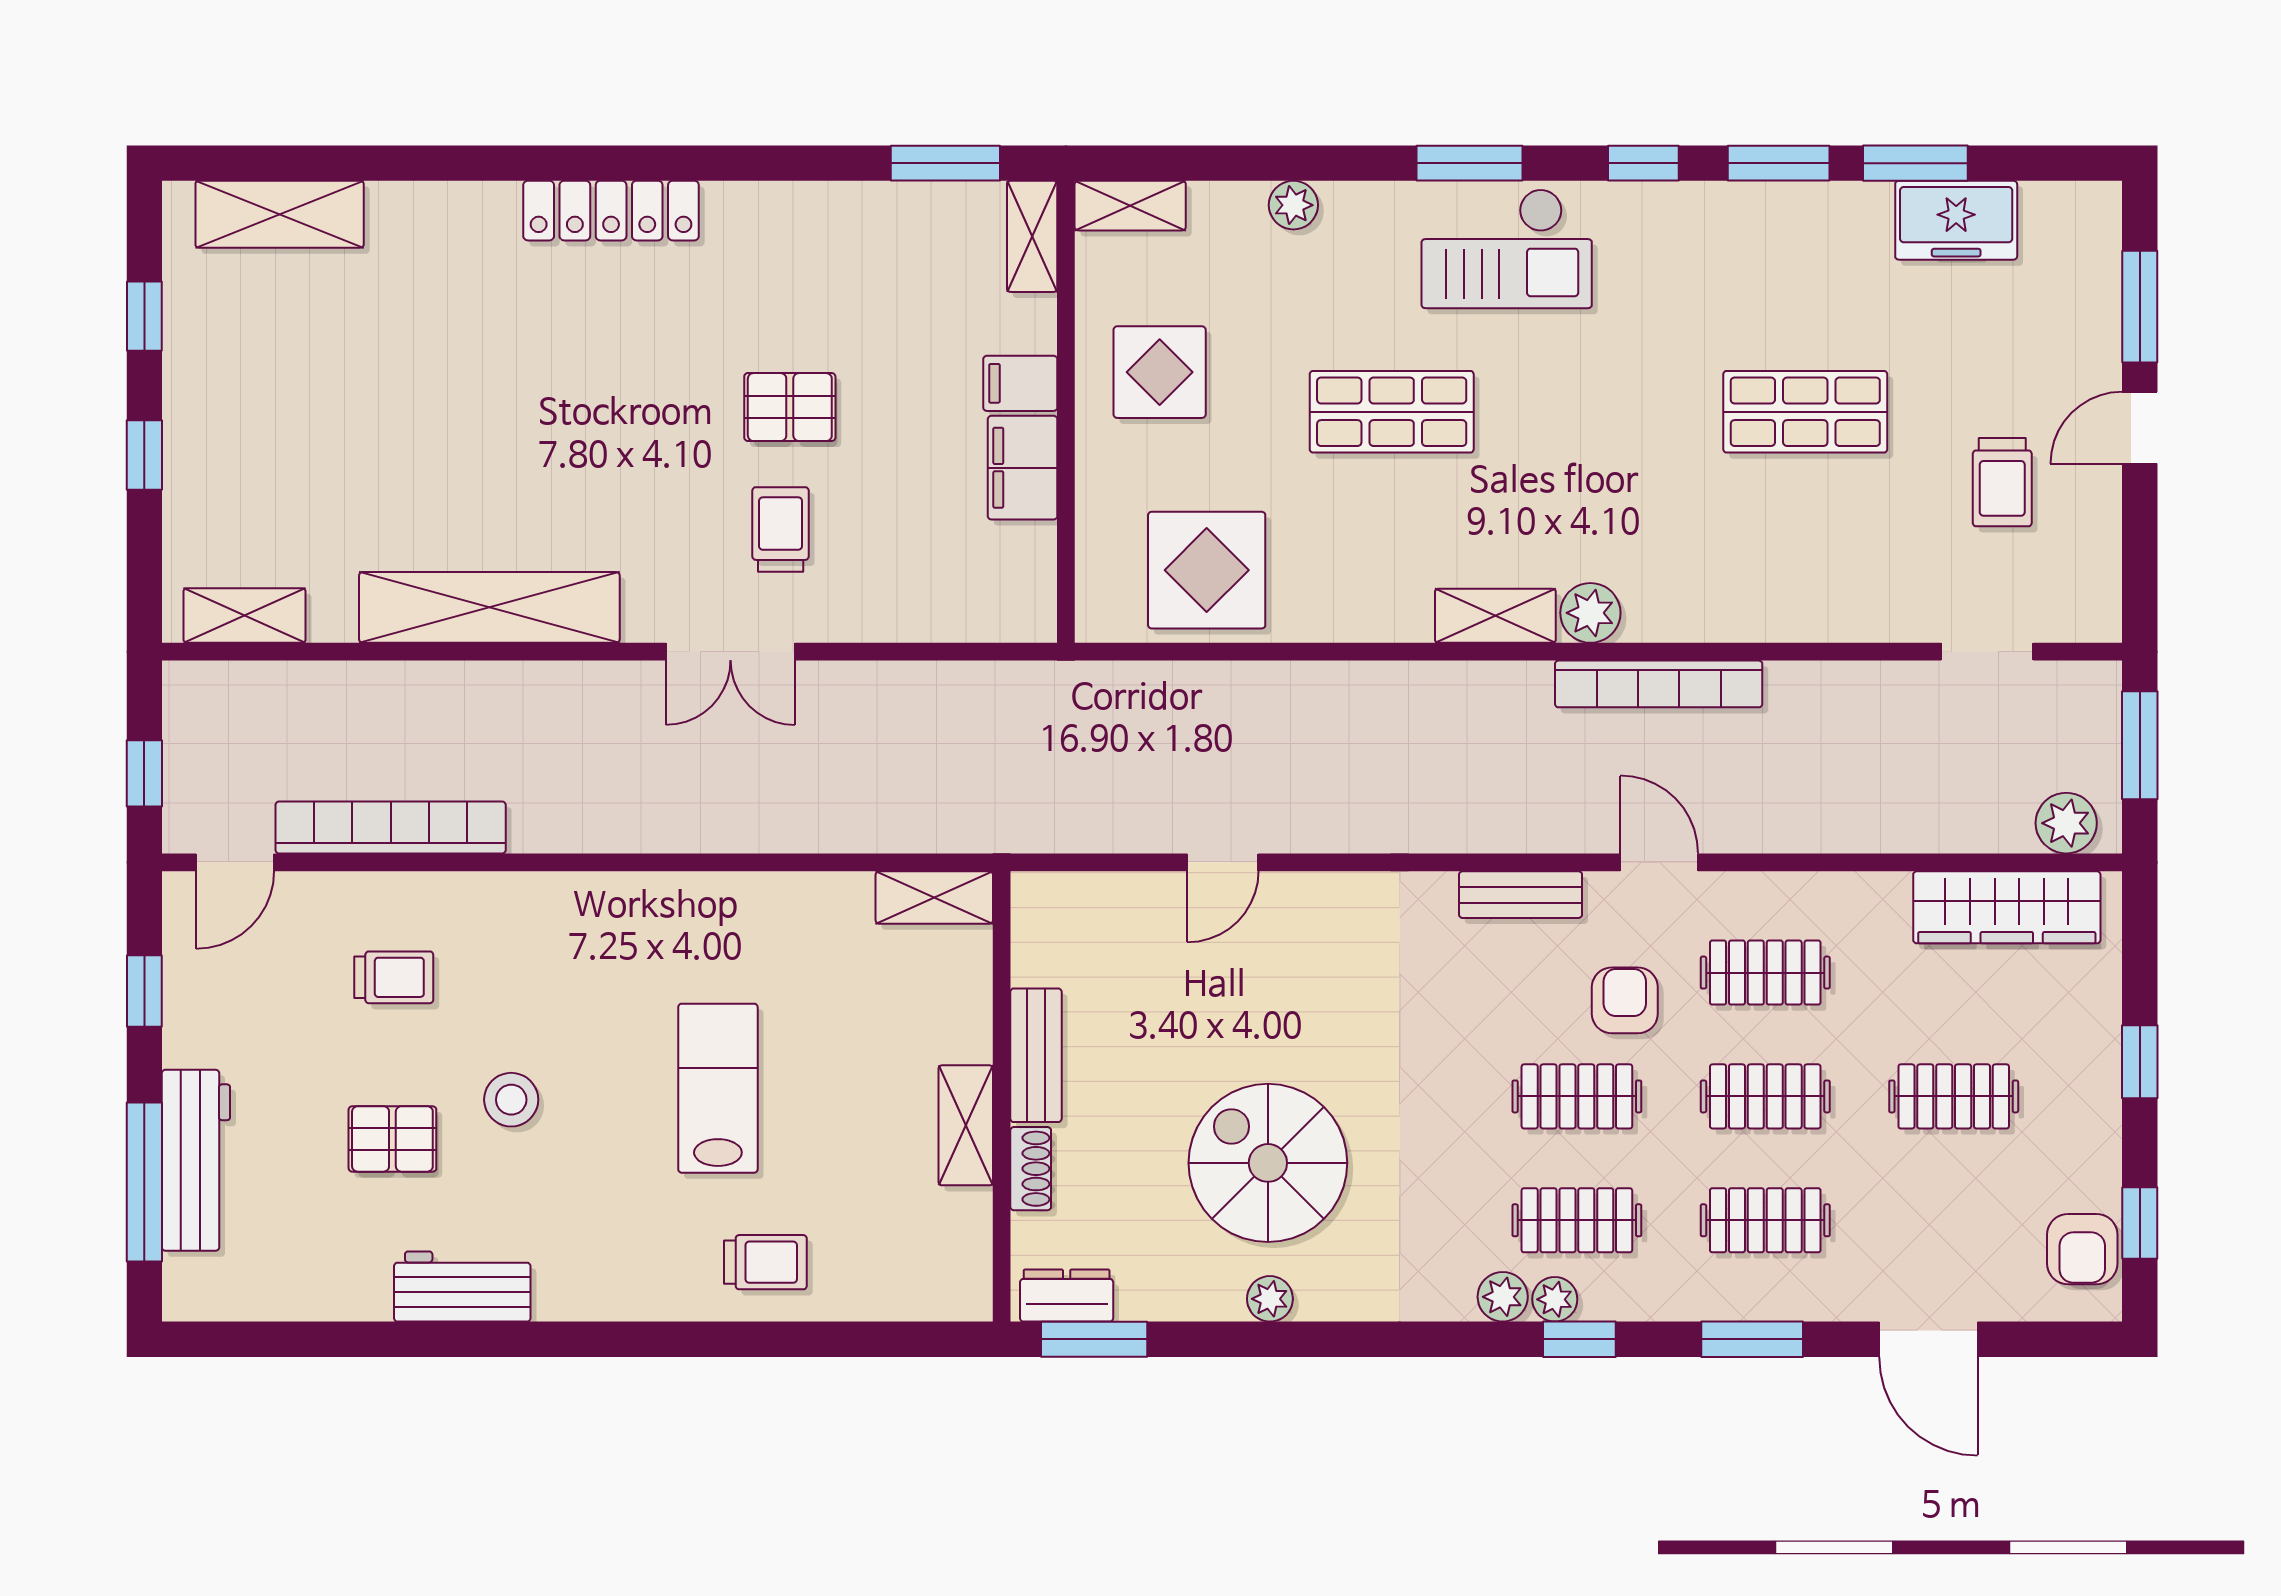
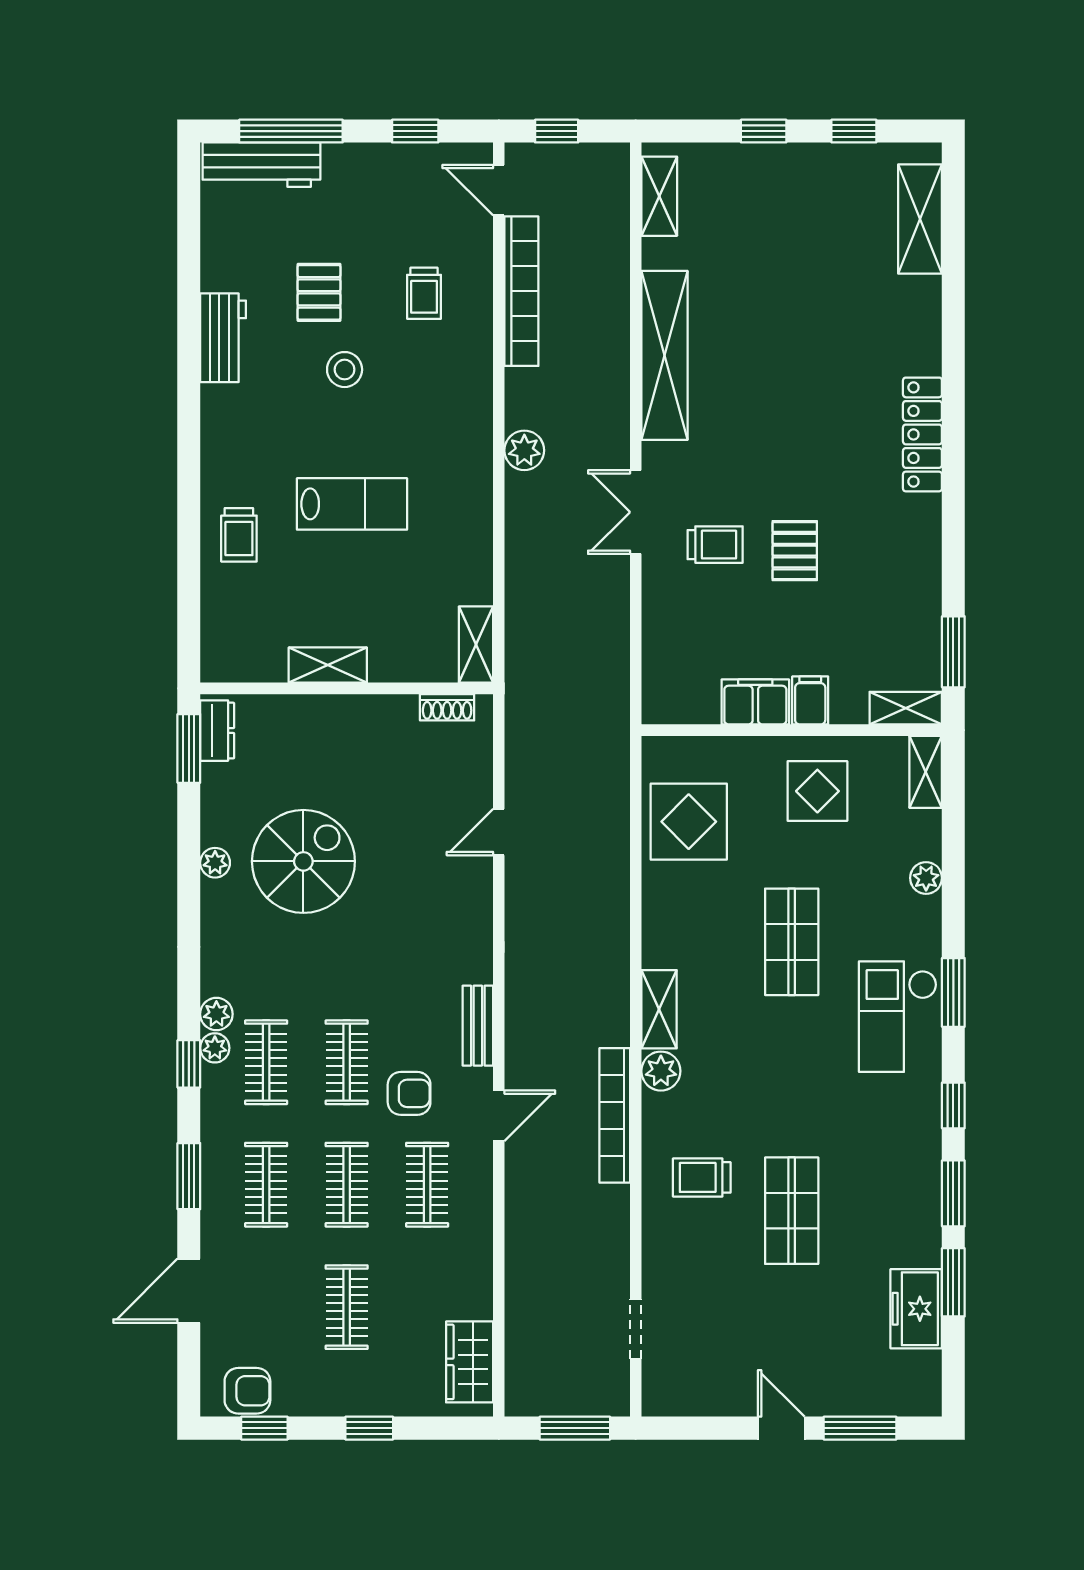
trolley: (2002, 482) -> (702, 1177), moved
plant: (2066, 823) -> (524, 450), moved
door: (1223, 862) -> (499, 832), hinge flipped
wardrobe: (2007, 907) -> (470, 1362), width x0.67
bench: (1036, 1055) -> (373, 711), removed
workbench: (196, 1160) -> (261, 165), moved
shoe rack: (1031, 1169) -> (447, 707), moved
armchair: (2082, 1249) -> (247, 1391), turned 180

